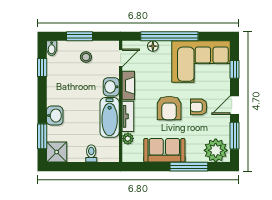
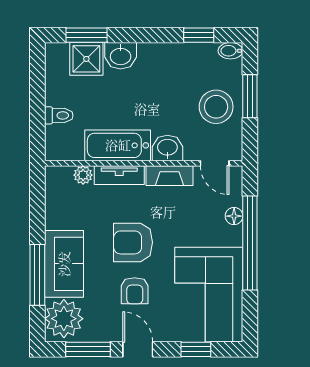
stool: (86, 57) -> (216, 107), width x1.89, depth x1.89
armchair: (199, 107) -> (135, 291), turned 180
sofa: (164, 150) -> (64, 264), moved
shower: (57, 152) -> (86, 59), moved

